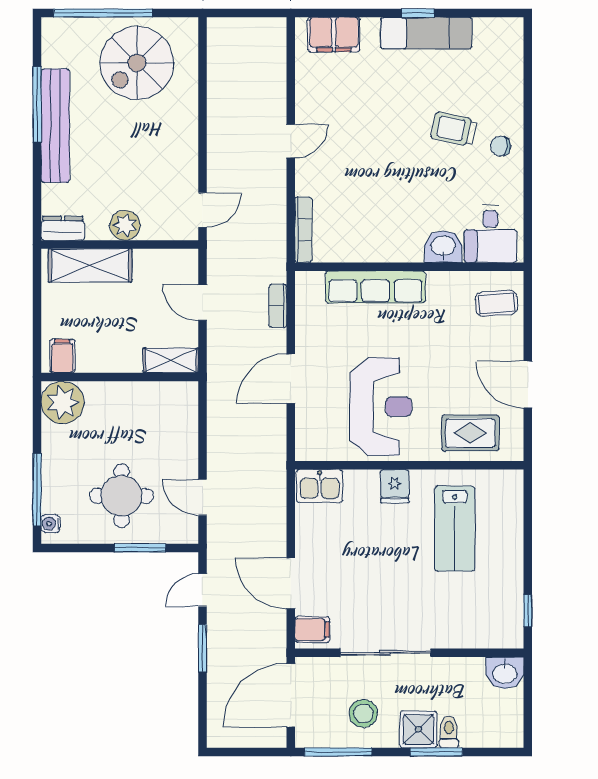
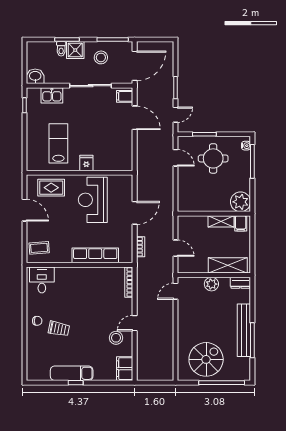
filing cabinet: (334, 34) -> (125, 369), moved, turned -90
stool: (331, 110) -> (116, 338), added
washbasin: (443, 247) -> (64, 274), removed
shelving: (171, 360) -> (221, 221), moved
kitchen sink: (320, 486) -> (52, 95), moved, turned 180

